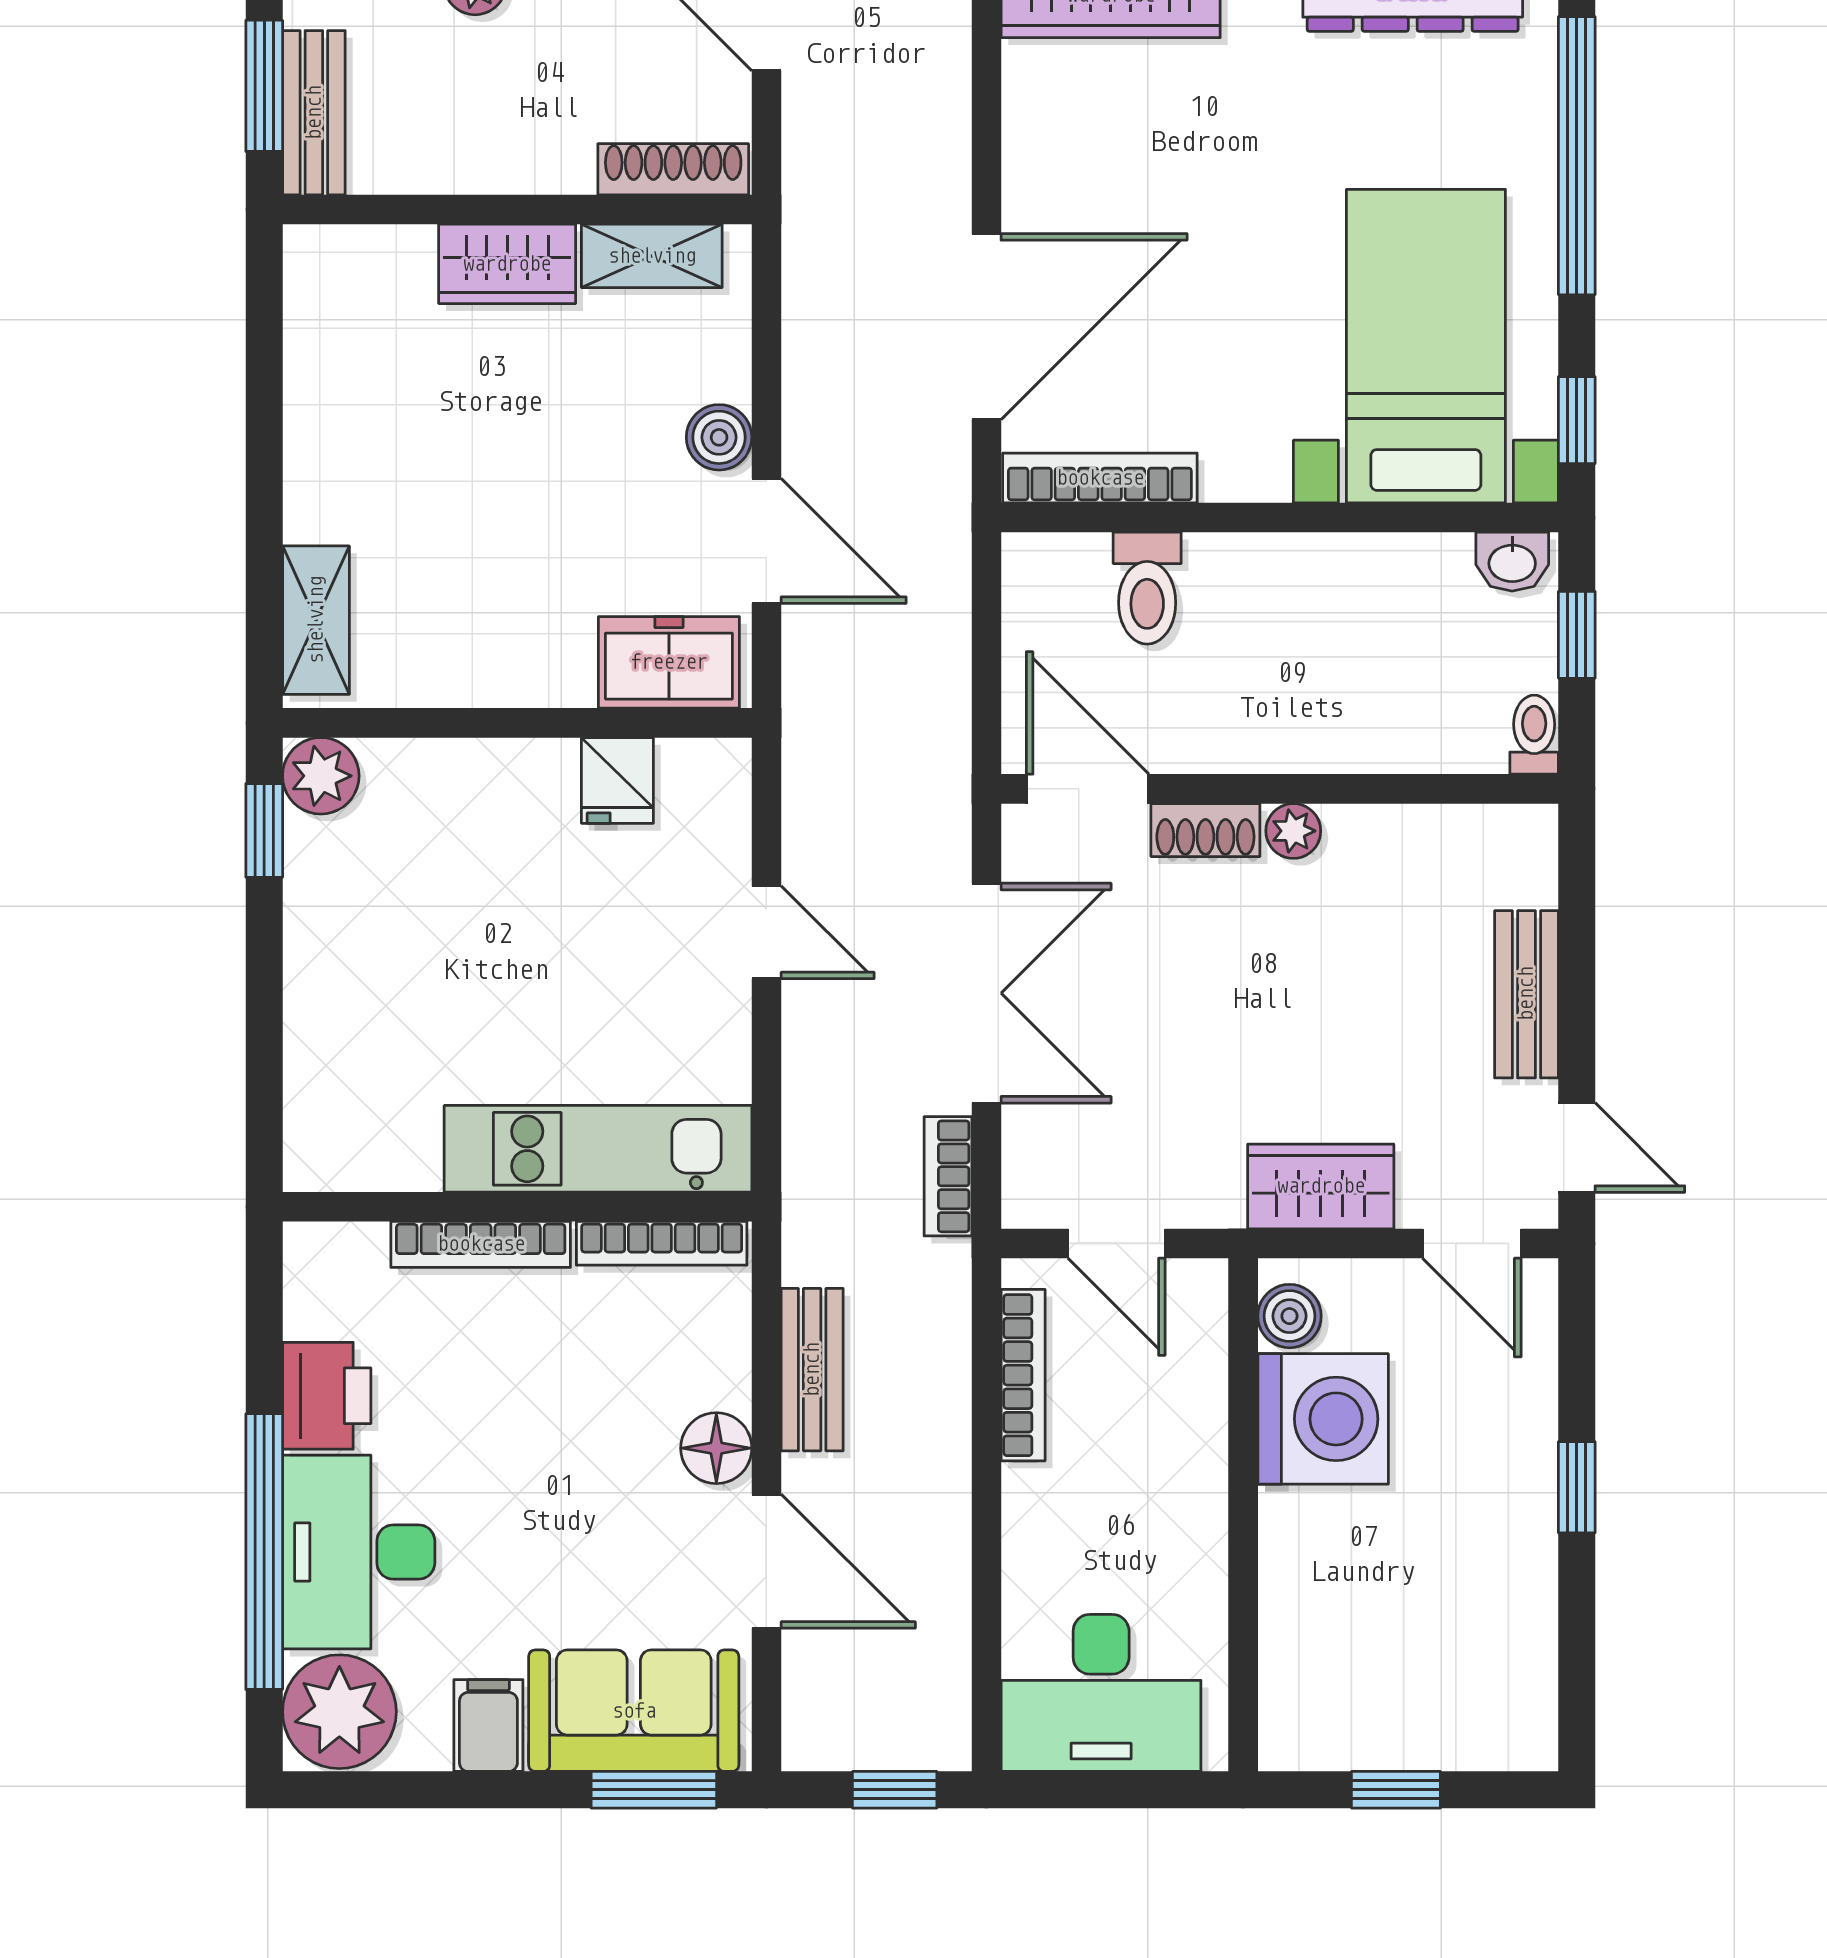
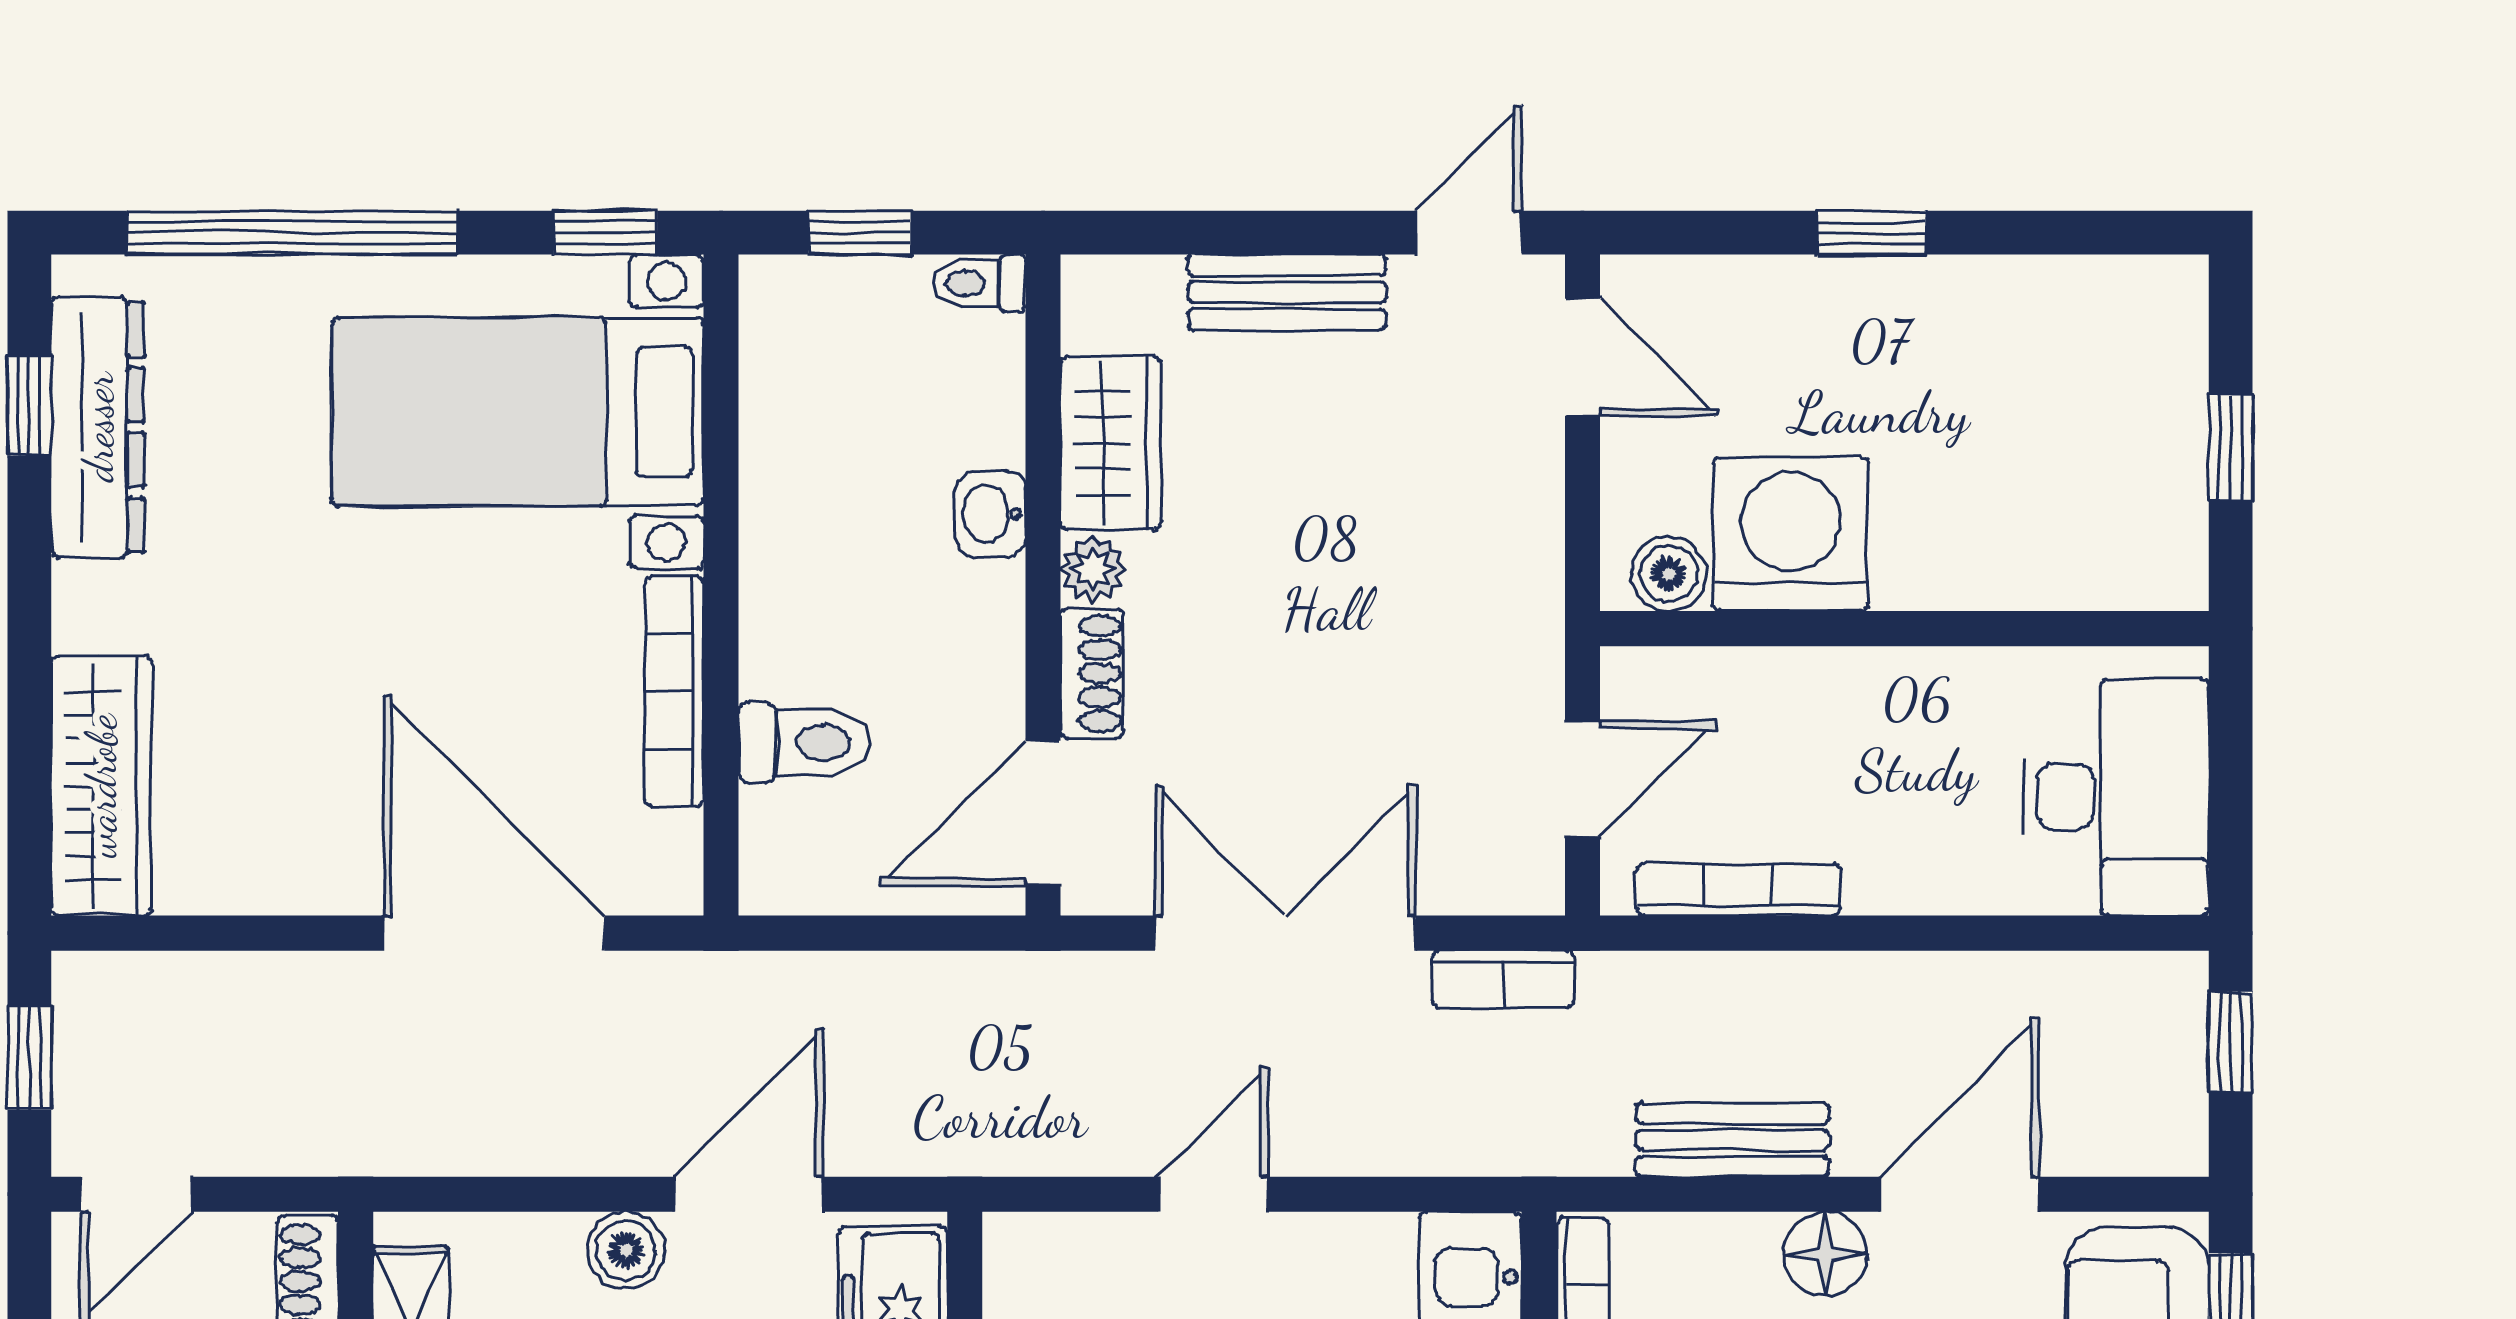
bookcase: (1100, 478) -> (674, 691), moved
washbasin: (1512, 562) -> (991, 514), moved, turned 180
wardrobe: (1321, 1186) -> (1111, 443), moved, turned 180
door: (1472, 1243) -> (1582, 357), hinge flipped

